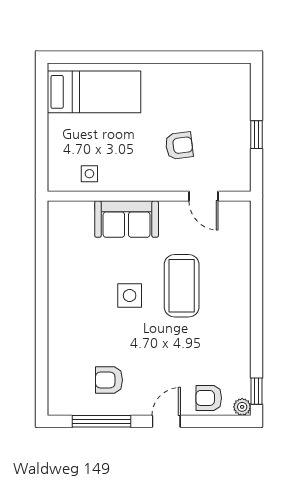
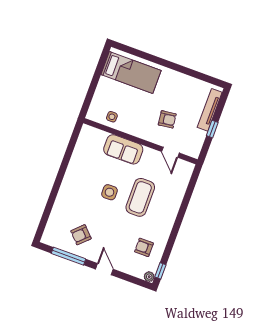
tv unit: (241, 106) -> (210, 110), added
armchair: (109, 380) -> (81, 235), turned -44
armchair: (209, 398) -> (144, 247), moved
door: (166, 421) -> (104, 269), hinge flipped

